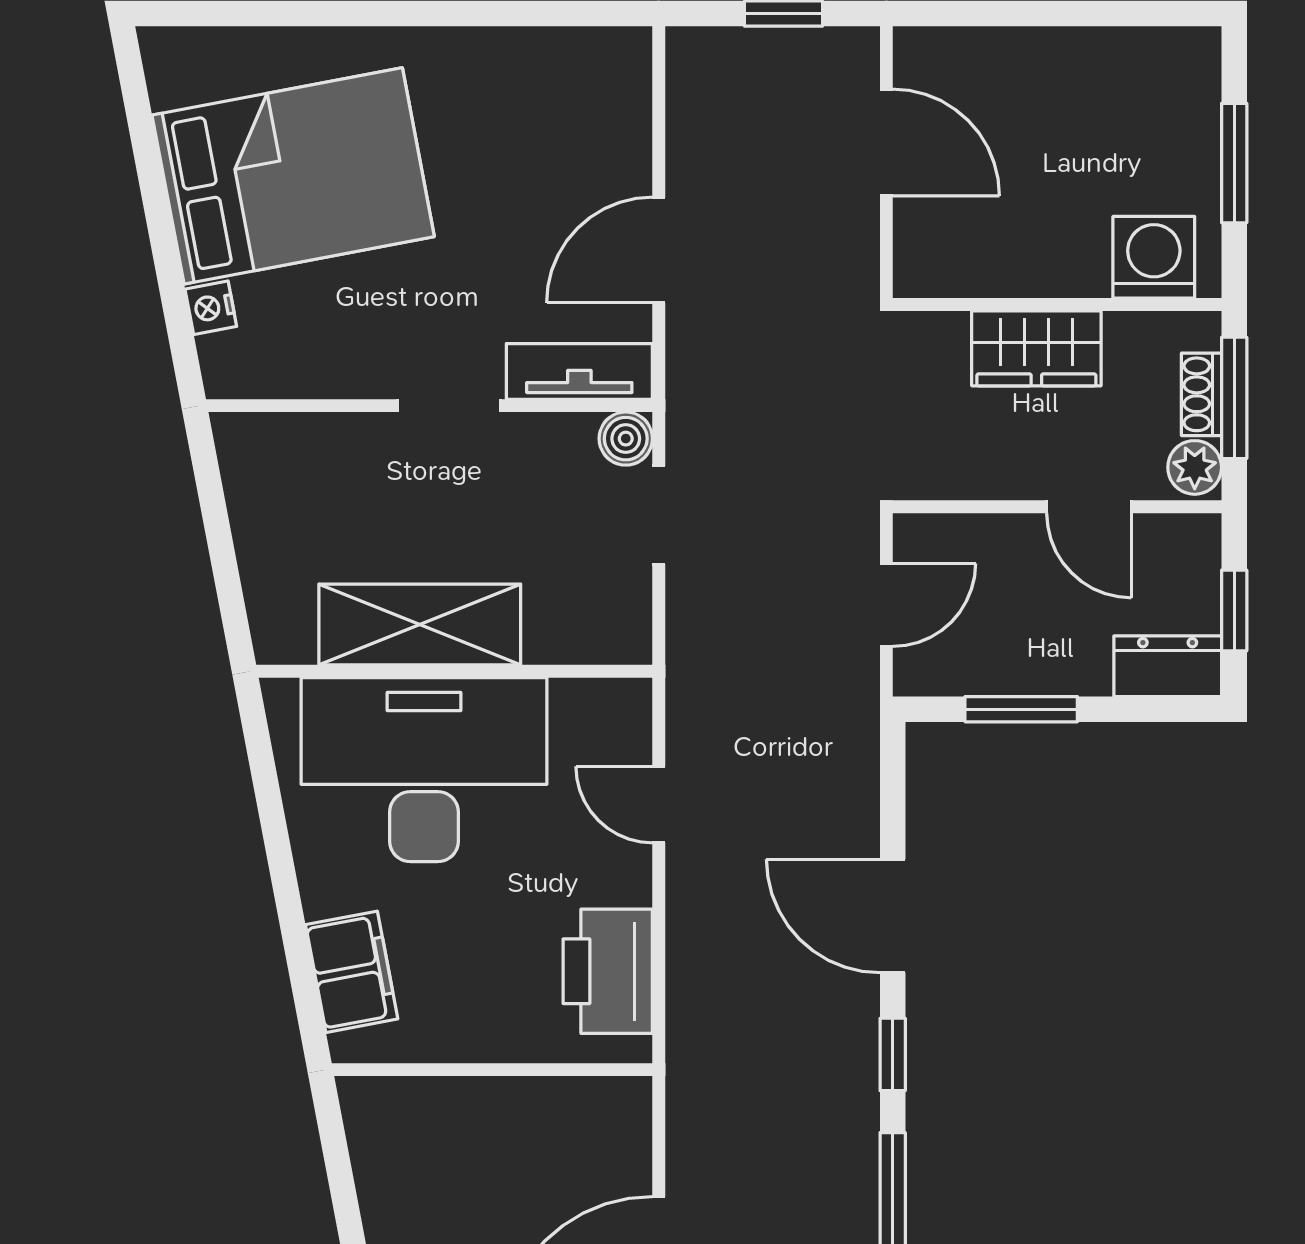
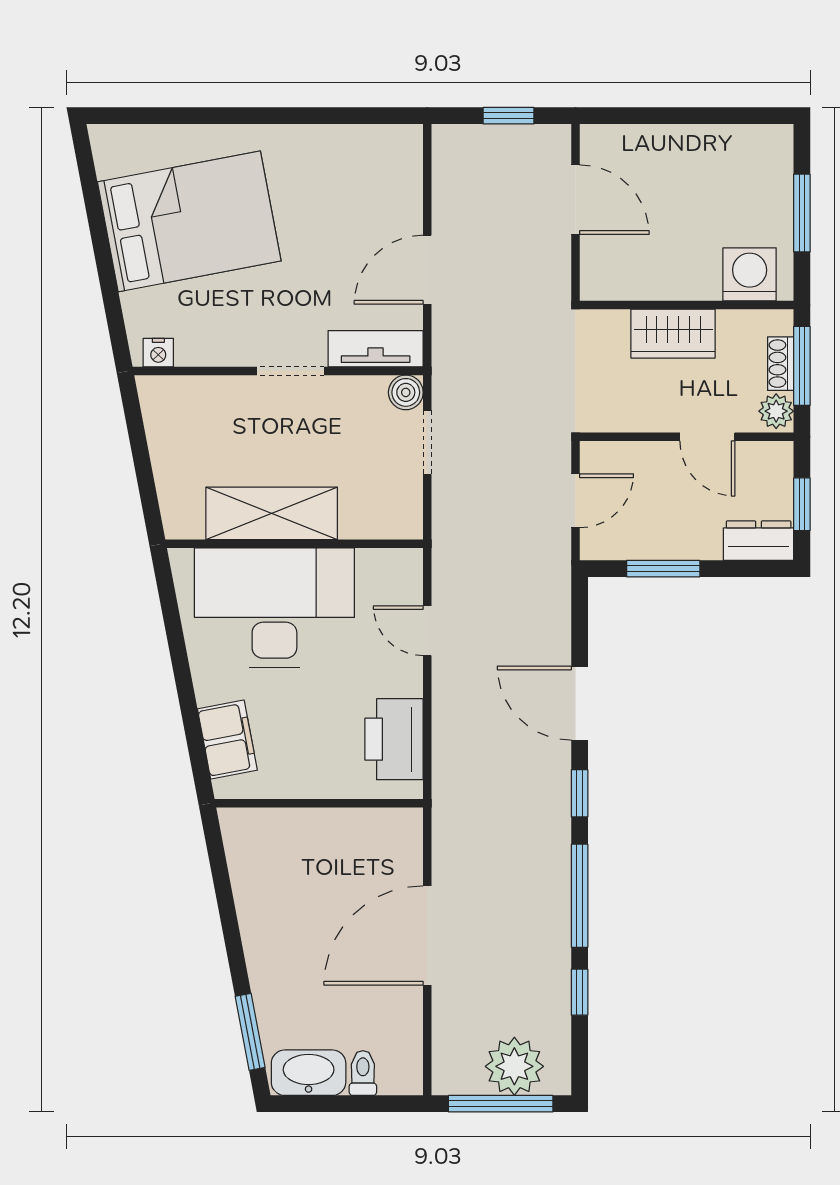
nightstand: (211, 308) -> (158, 353), moved, turned -79

